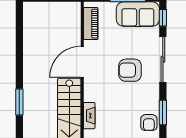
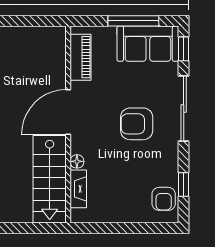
floor lamp: (88, 96) -> (77, 161), added
window: (163, 113) -> (184, 184), width x0.67

